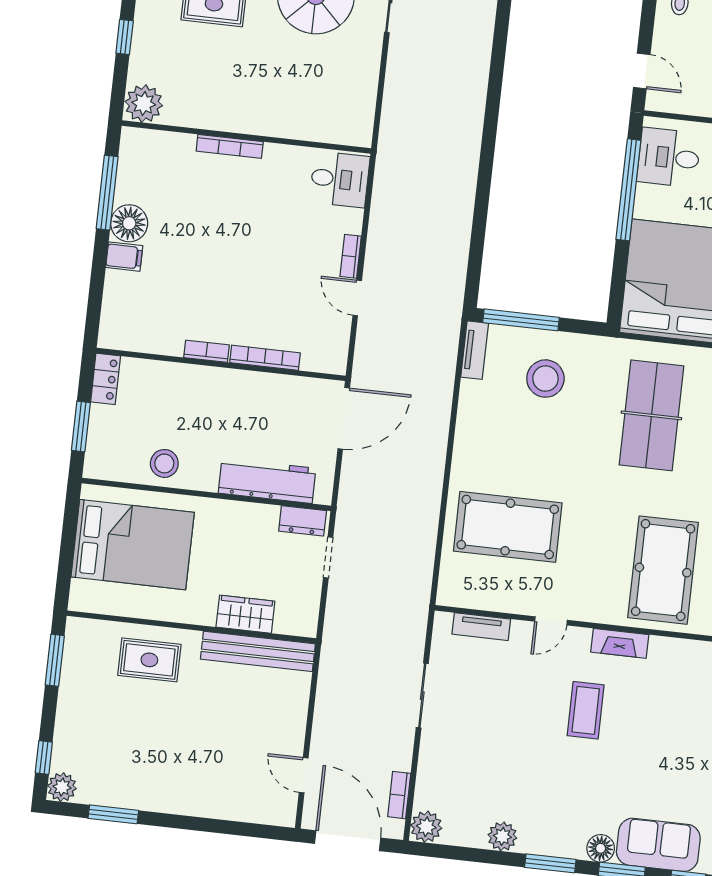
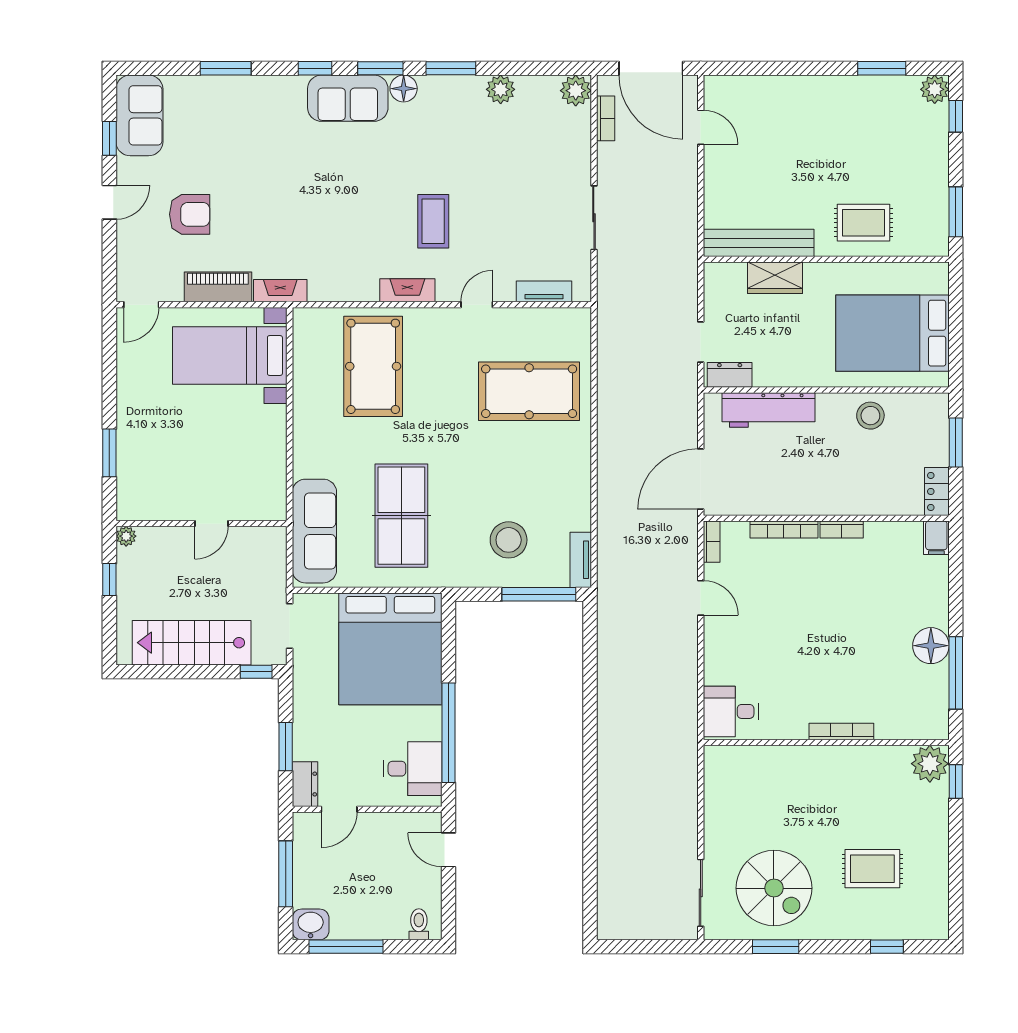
window: (125, 37) -> (956, 782), moved
bookcase: (351, 256) -> (712, 542), moved
filing cabinet: (124, 257) -> (936, 538), moved, turned -90

